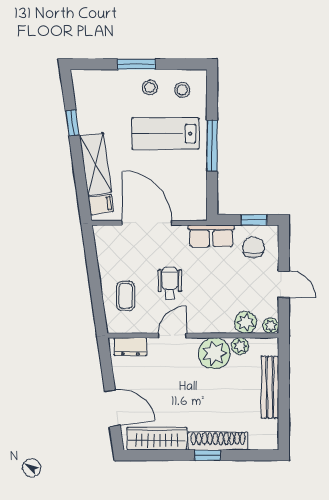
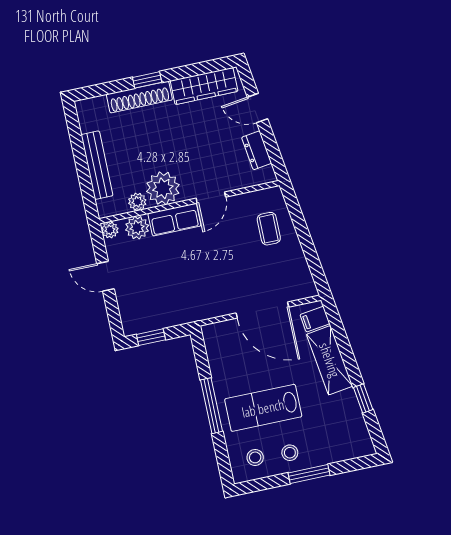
lab bench: (165, 134) -> (263, 408), turned 180
row of seats: (211, 236) -> (174, 220), moved, turned 180
chair: (253, 247) -> (145, 308), removed
wheelchair: (170, 283) -> (225, 252), removed
dresser: (130, 347) -> (257, 150), moved, turned -98
door: (112, 408) -> (257, 108), width x0.73

